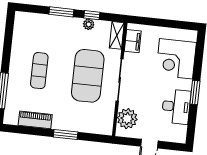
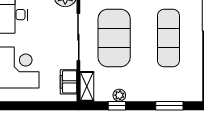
window: (61, 12) -> (169, 106), moved
exercise mat: (39, 71) -> (168, 38), width x1.36, depth x1.45

